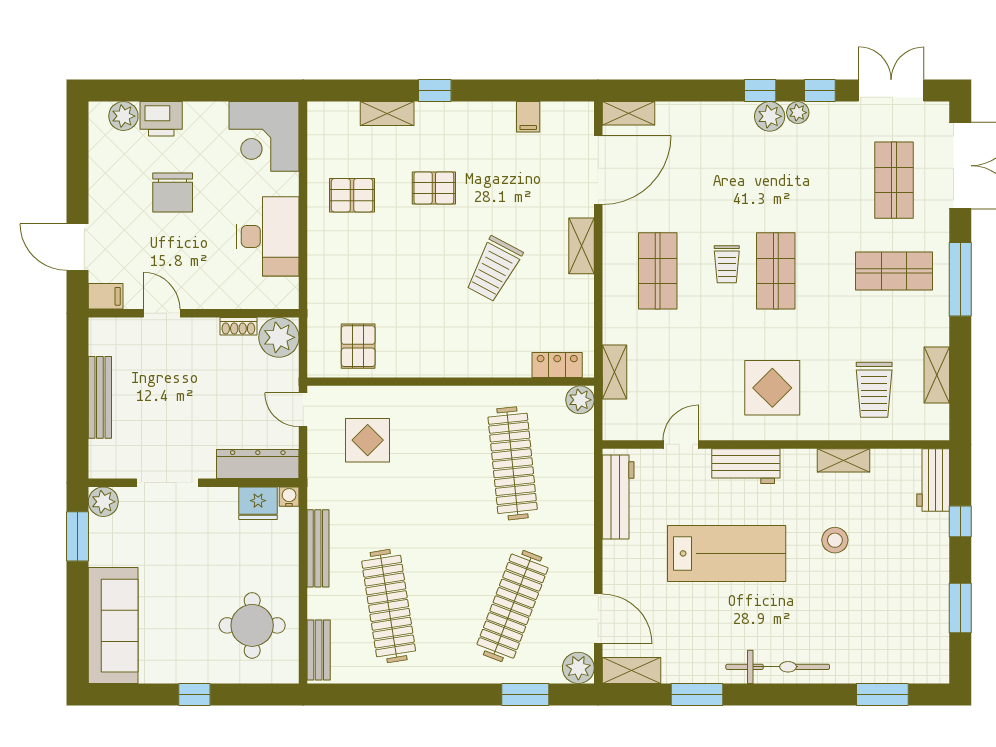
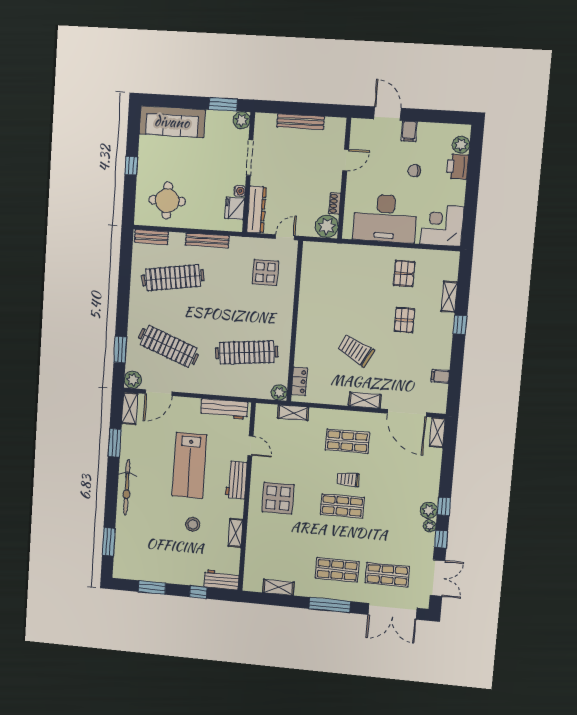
chair: (173, 192) -> (414, 171), width x0.54, depth x0.54
desk: (268, 236) -> (385, 218), width x1.36, depth x1.30
door: (78, 247) -> (387, 114), hinge flipped
shop shelf: (894, 271) -> (337, 570), turned 90
filing cabinet: (106, 296) -> (409, 131), moved
pallet: (358, 346) -> (318, 271), removed
trolley: (874, 390) -> (273, 553), removed
water cooler: (289, 497) -> (239, 191), moved

